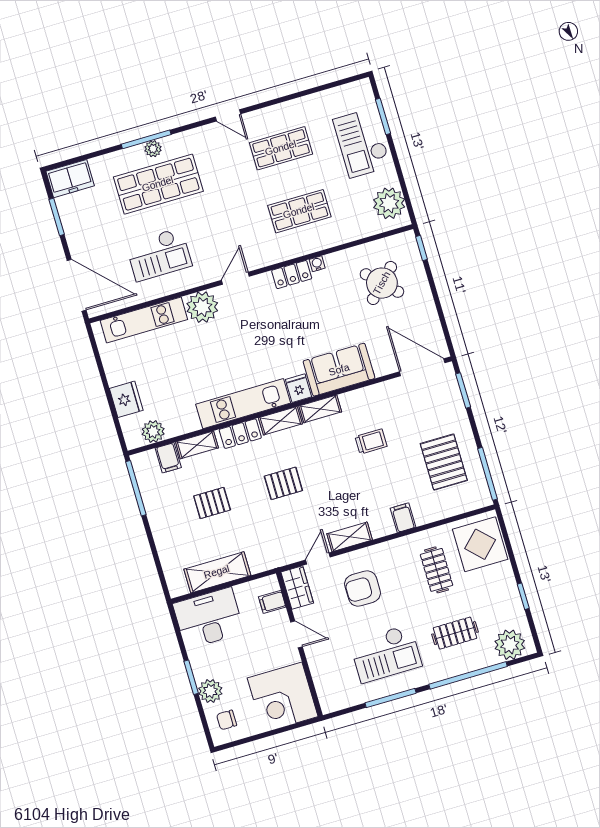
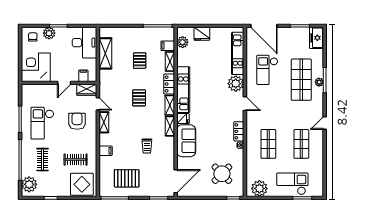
door: (77, 285) -> (264, 26), hinge flipped

